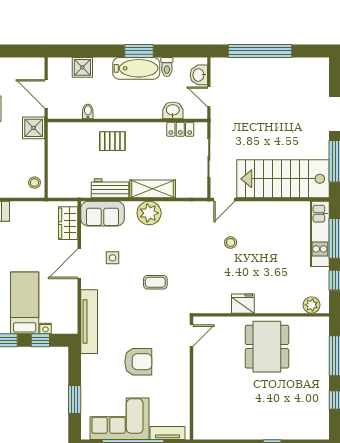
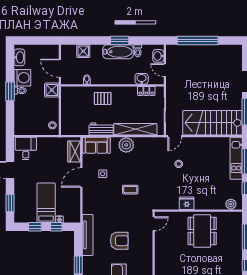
shelving: (153, 189) -> (135, 129), width x1.47
tv unit: (89, 322) -> (88, 235), moved

